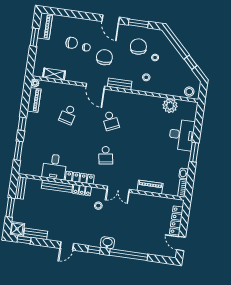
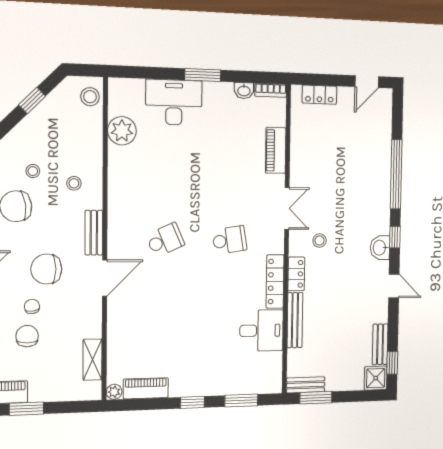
school desk: (68, 115) -> (165, 321), removed
window: (10, 207) -> (316, 398), moved
locker: (176, 220) -> (319, 95), width x0.66
washbasin: (107, 243) -> (380, 248), moved

